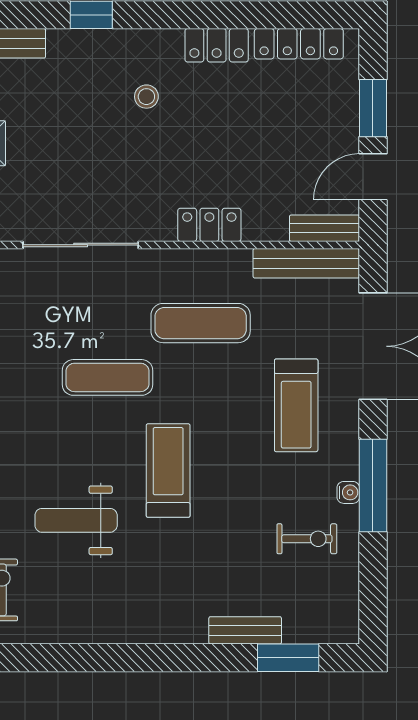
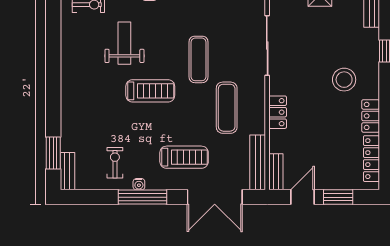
stool: (146, 97) -> (344, 80), width x1.89, depth x1.89
door: (373, 177) -> (302, 197), hinge flipped
treadmill: (296, 405) -> (184, 157), turned 180
exercise bike: (307, 539) -> (115, 163), turned 180
bench: (245, 630) -> (67, 171), moved

